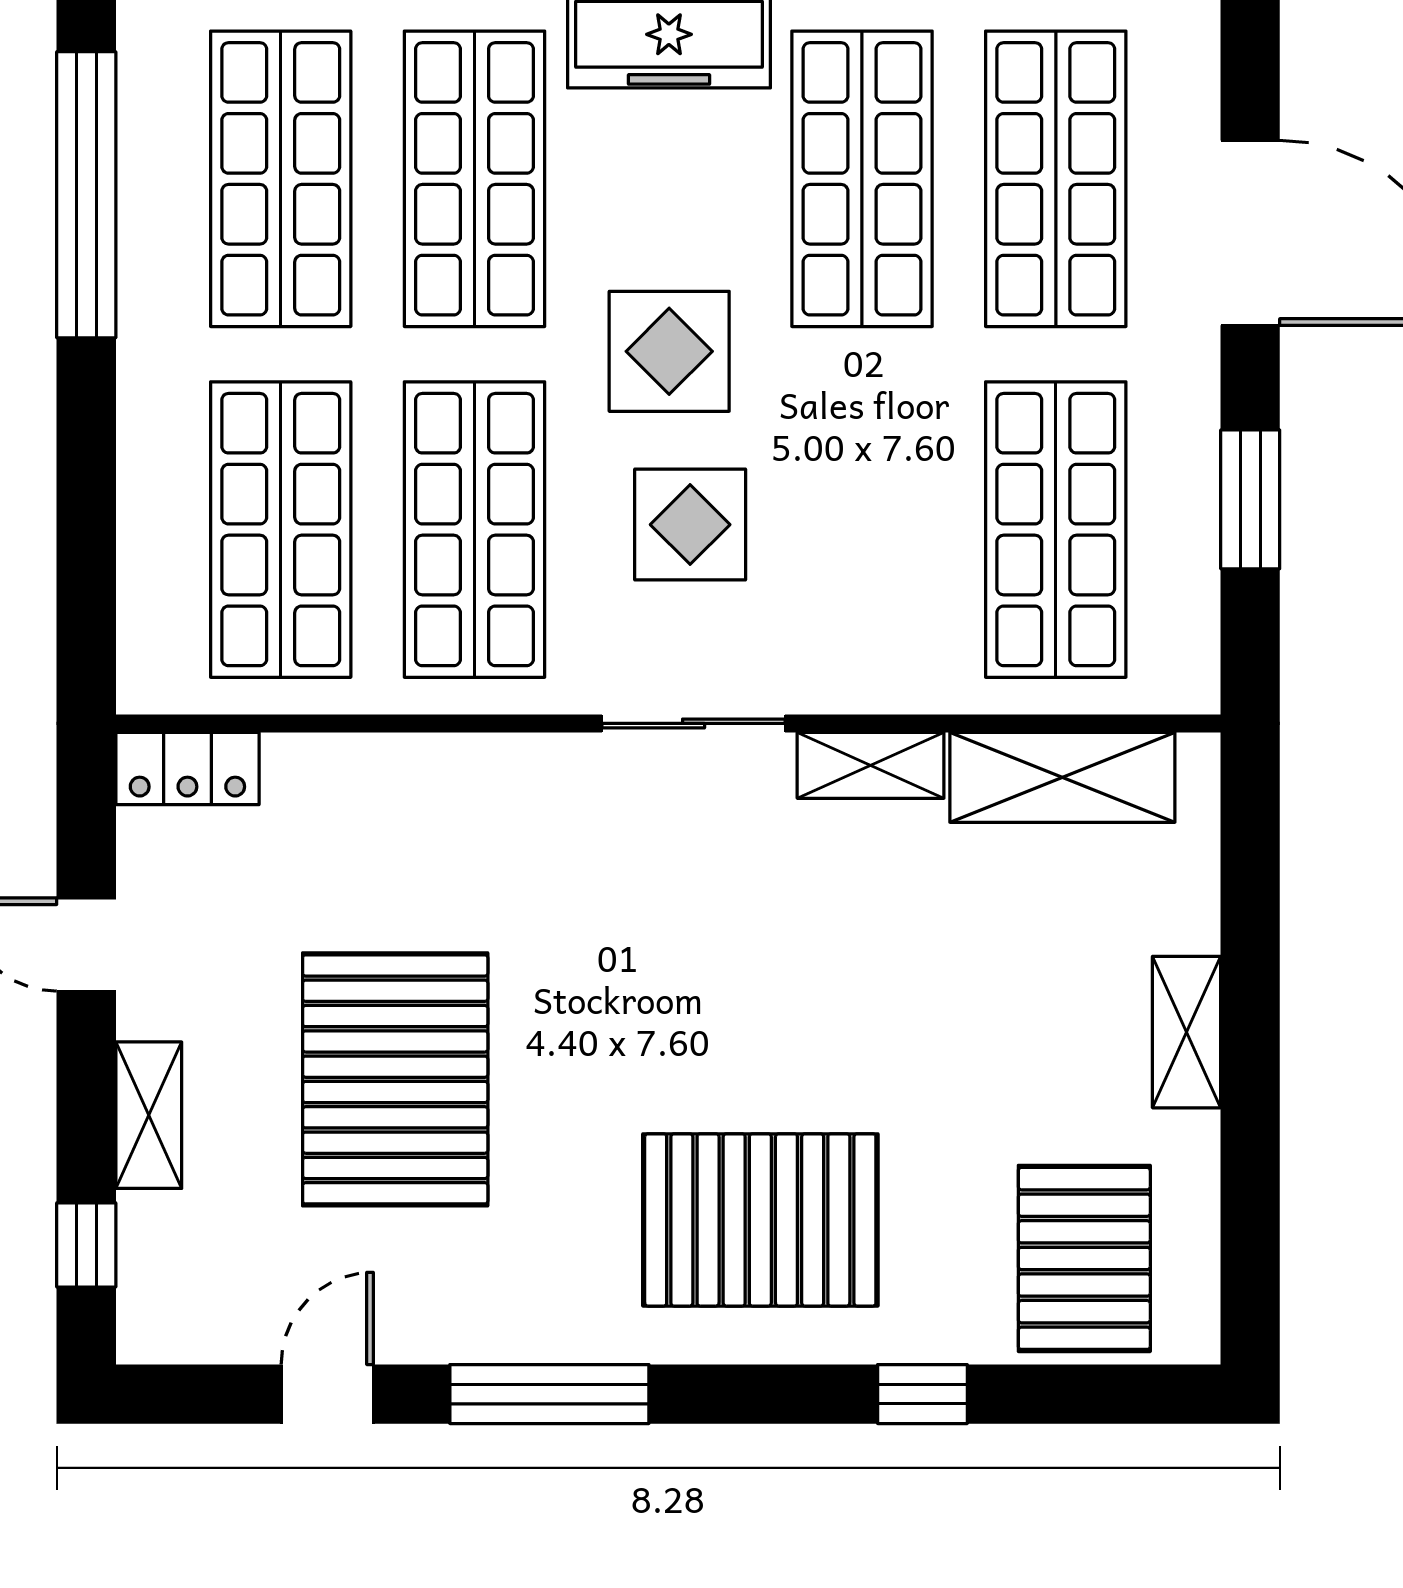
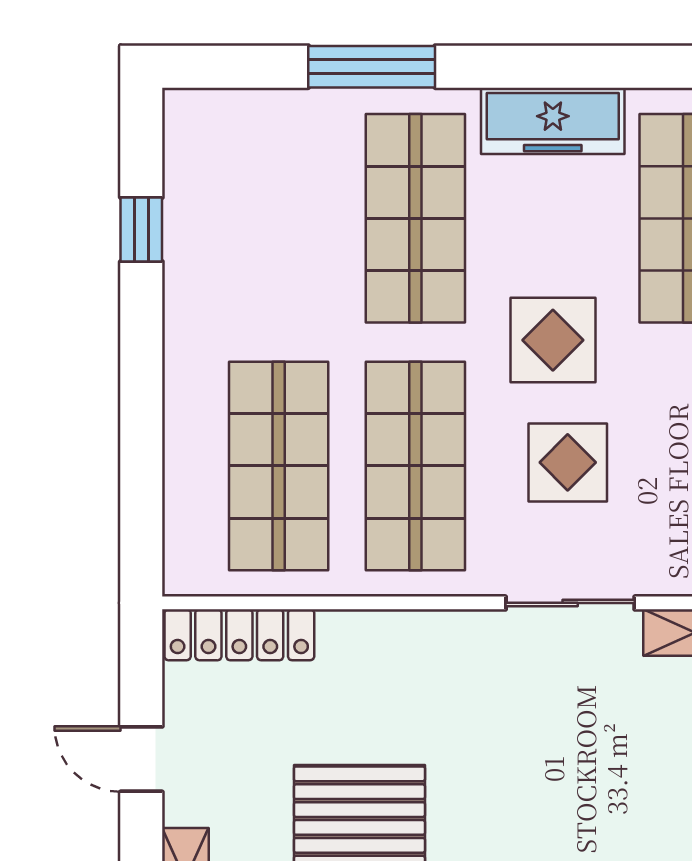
shop shelf: (281, 179) -> (279, 218), removed
window: (86, 195) -> (141, 229), width x0.32
locker: (187, 768) -> (239, 635), width x1.53

